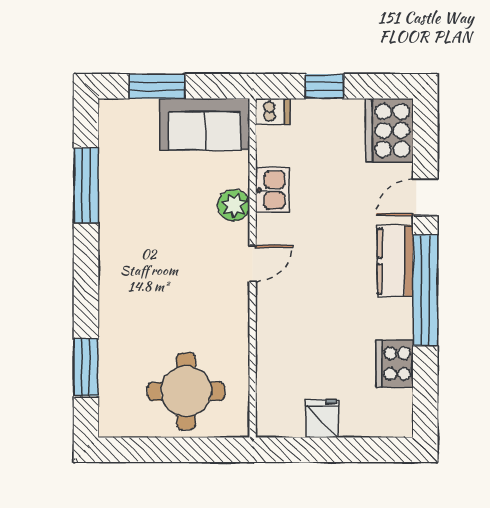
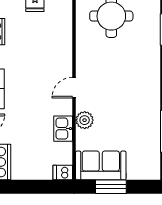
window: (157, 86) -> (111, 187), moved
window: (324, 86) -> (34, 187), removed

